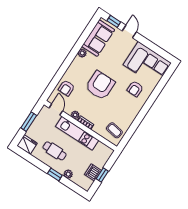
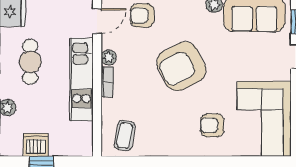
armchair: (100, 85) -> (181, 66), turned 153

